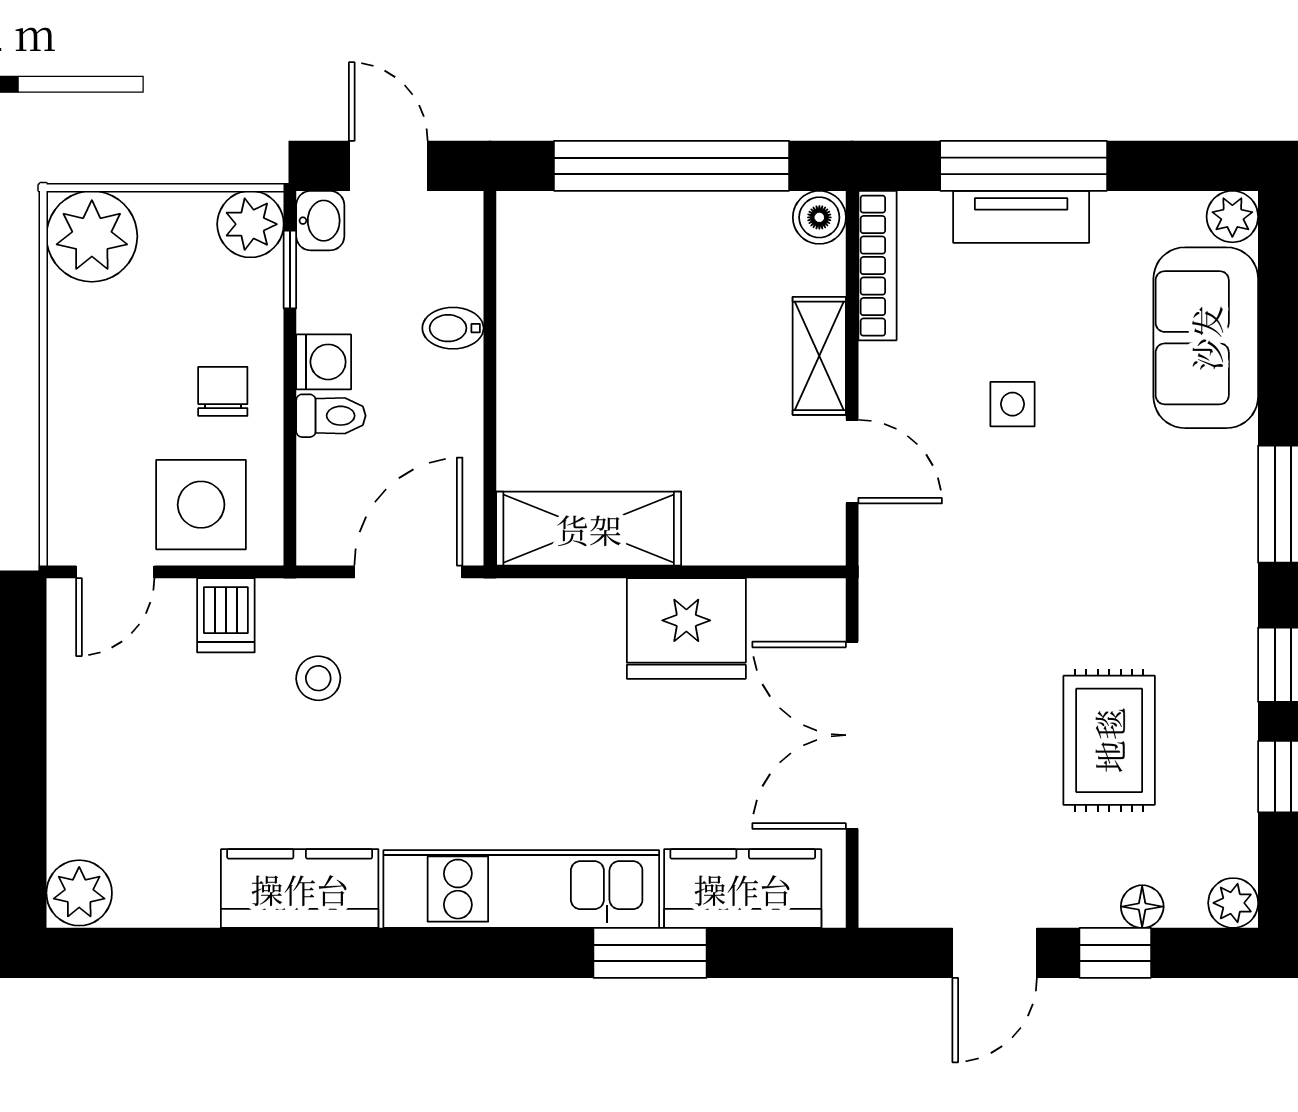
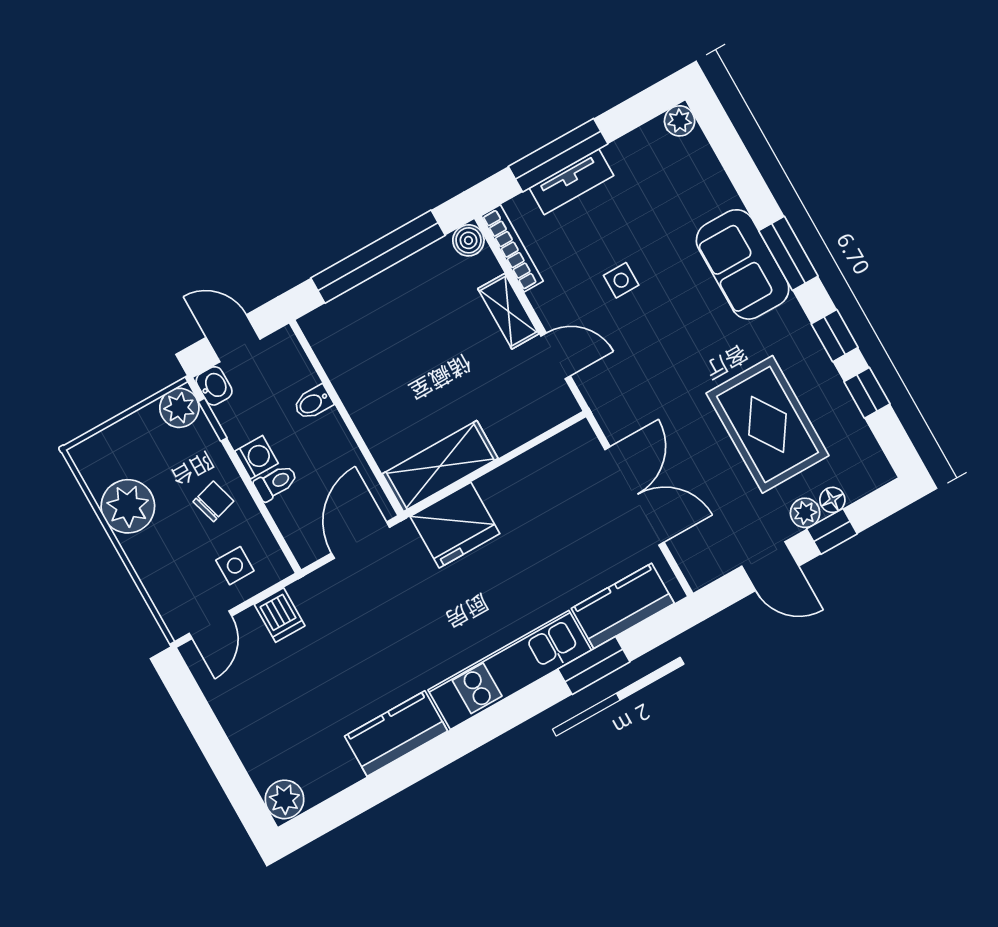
plant: (92, 236) -> (128, 506), moved
sofa: (1206, 338) -> (743, 264), moved
chair: (223, 391) -> (213, 501), turned 74
side table: (201, 505) -> (235, 566), width x0.54, depth x0.54
fridge: (686, 628) -> (455, 525), moved
stool: (318, 678) -> (345, 621), removed
double door: (852, 735) -> (635, 496), swing flipped
rug: (1109, 740) -> (768, 424), width x1.36, depth x1.43
plant: (1233, 903) -> (805, 513), moved
door: (995, 953) -> (770, 566), hinge flipped

